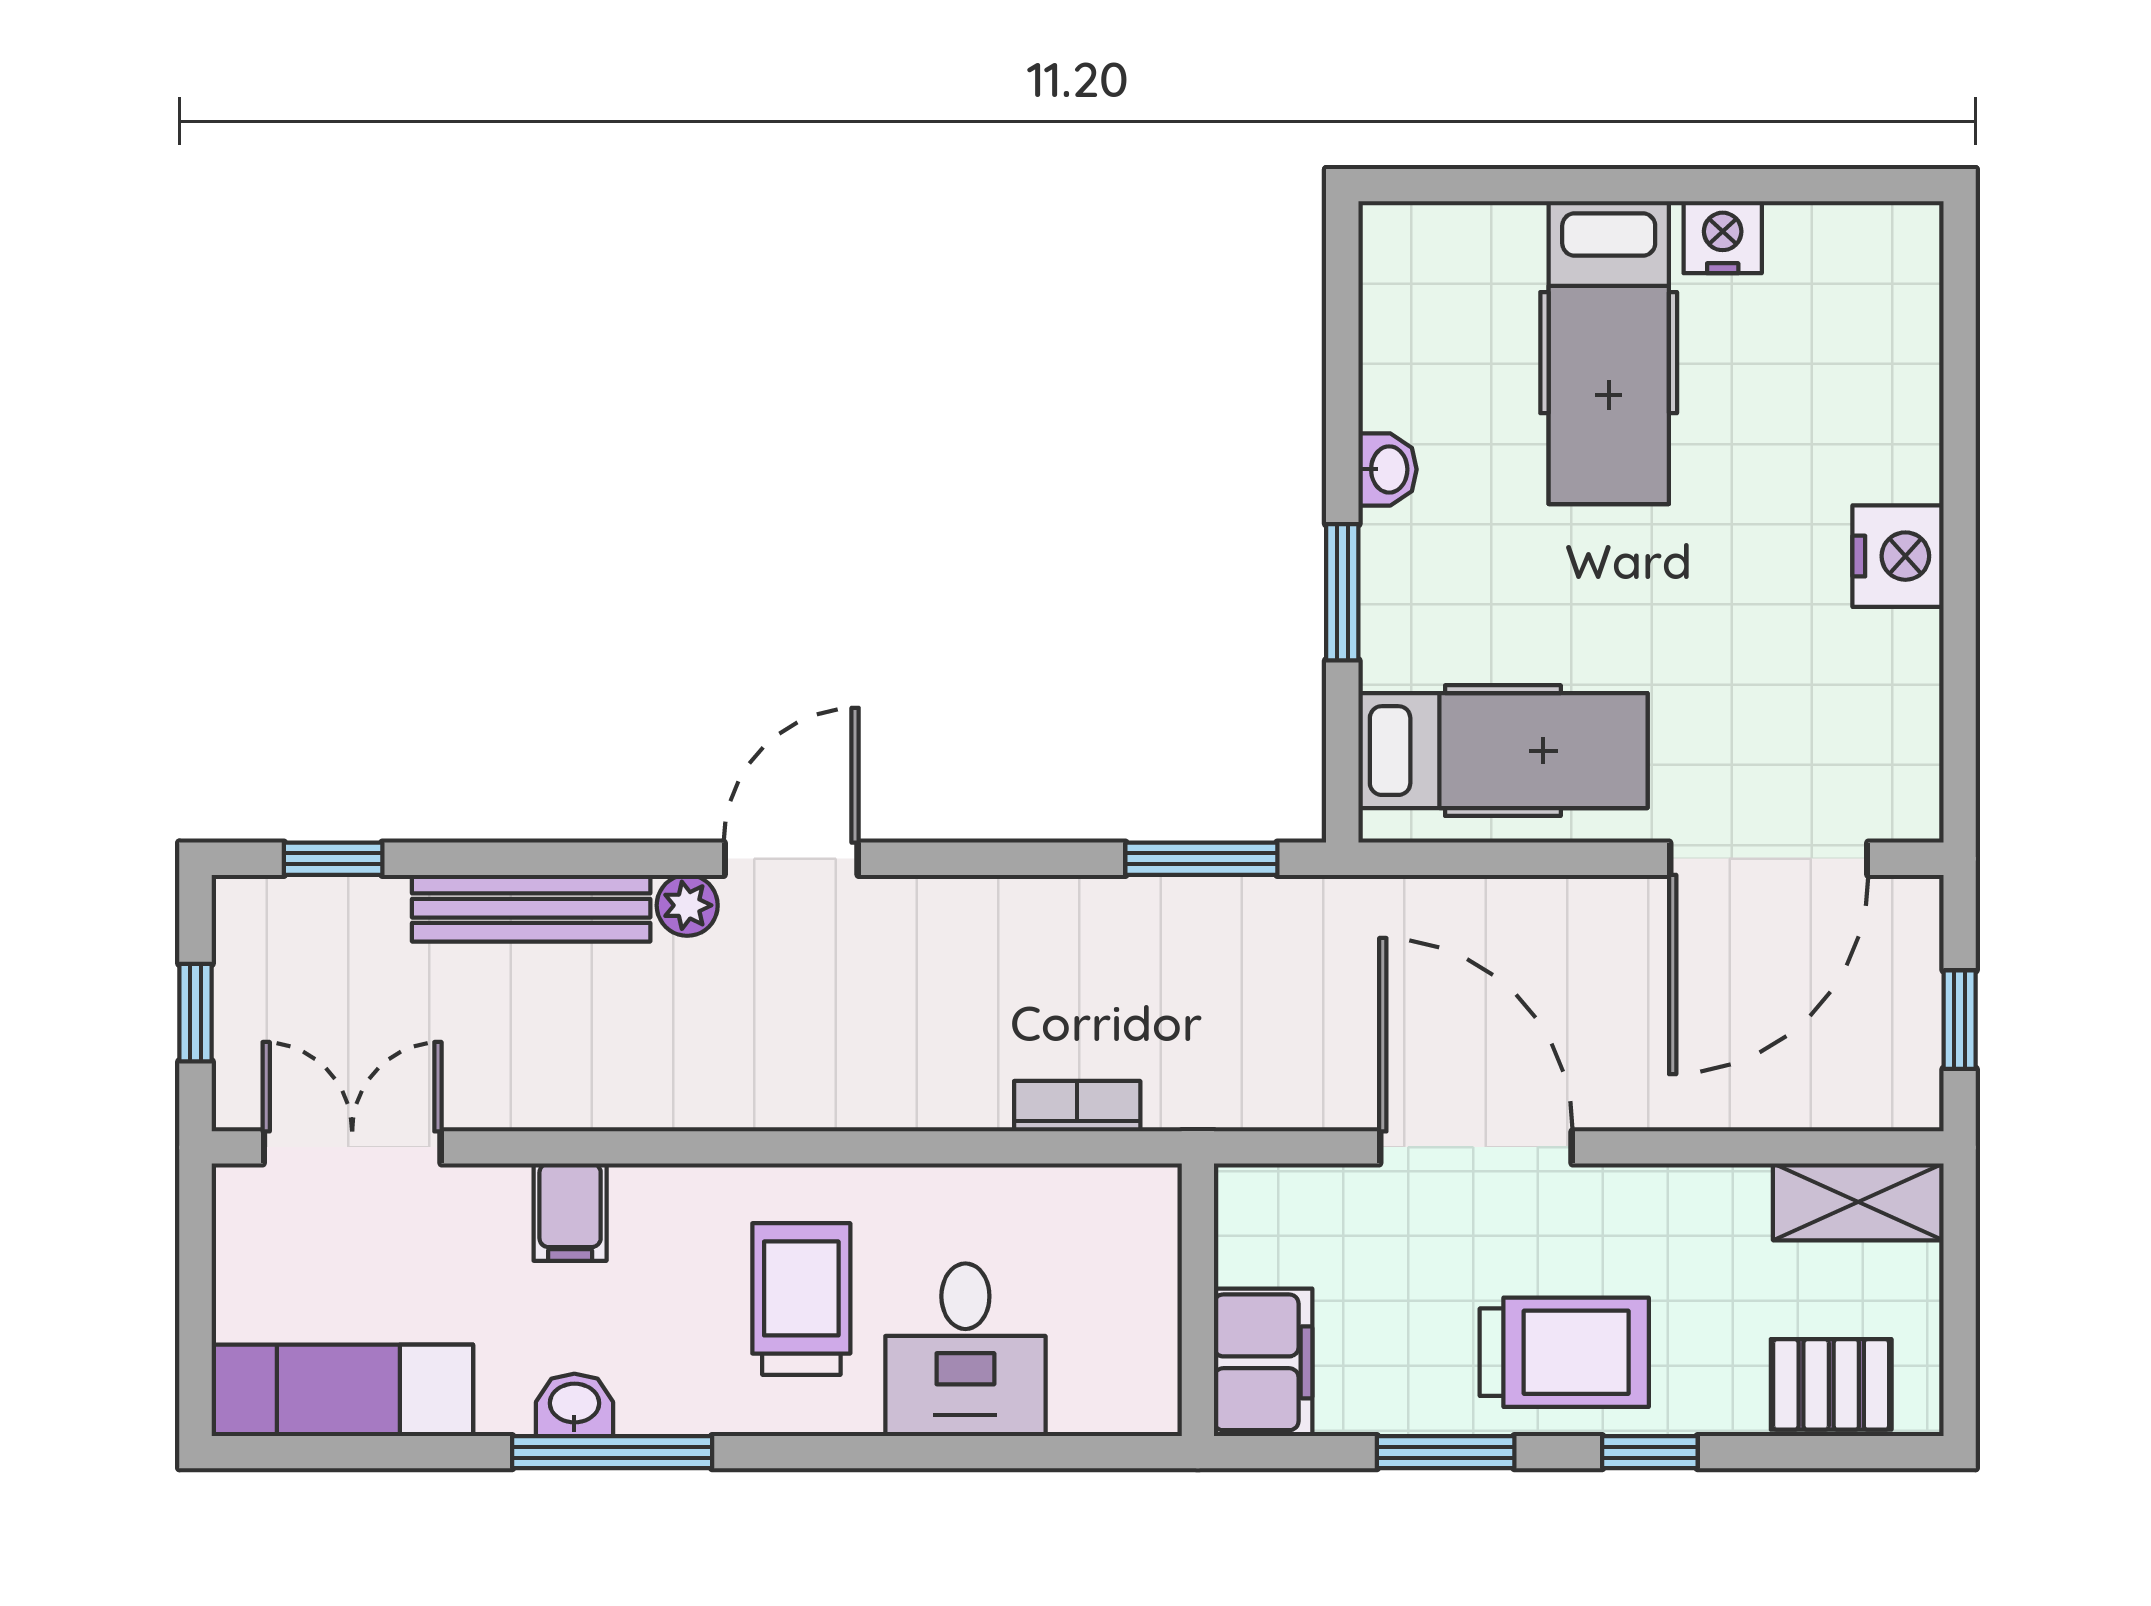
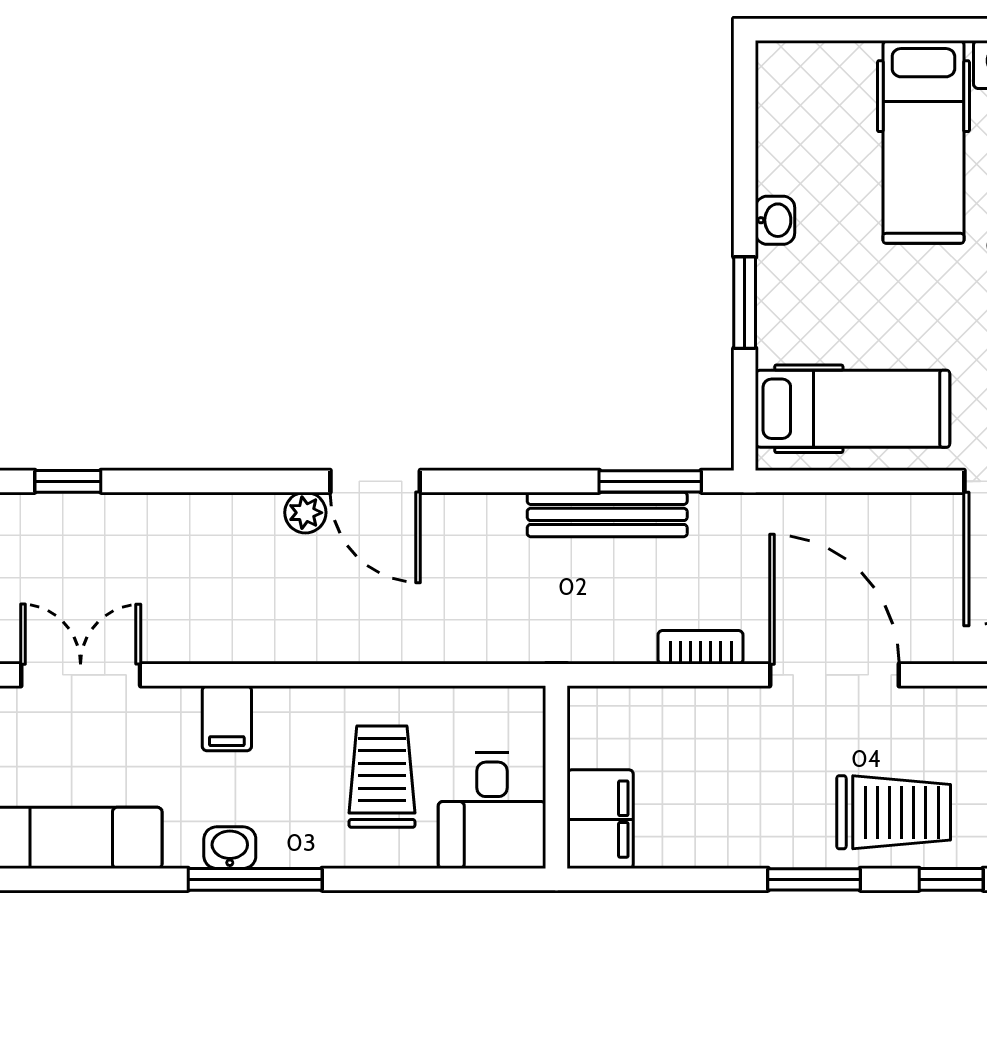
door: (791, 859) -> (375, 481), swing flipped
bench: (531, 908) -> (607, 514), moved
bookcase: (1077, 1106) -> (701, 647), moved
wall: (1198, 1300) -> (556, 777), moved
filing cabinet: (1263, 1362) -> (600, 819), moved

